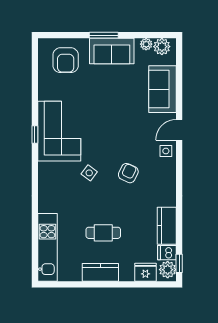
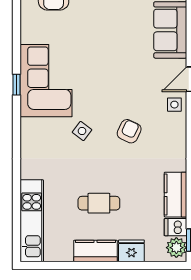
fridge: (145, 272) -> (131, 251), moved

